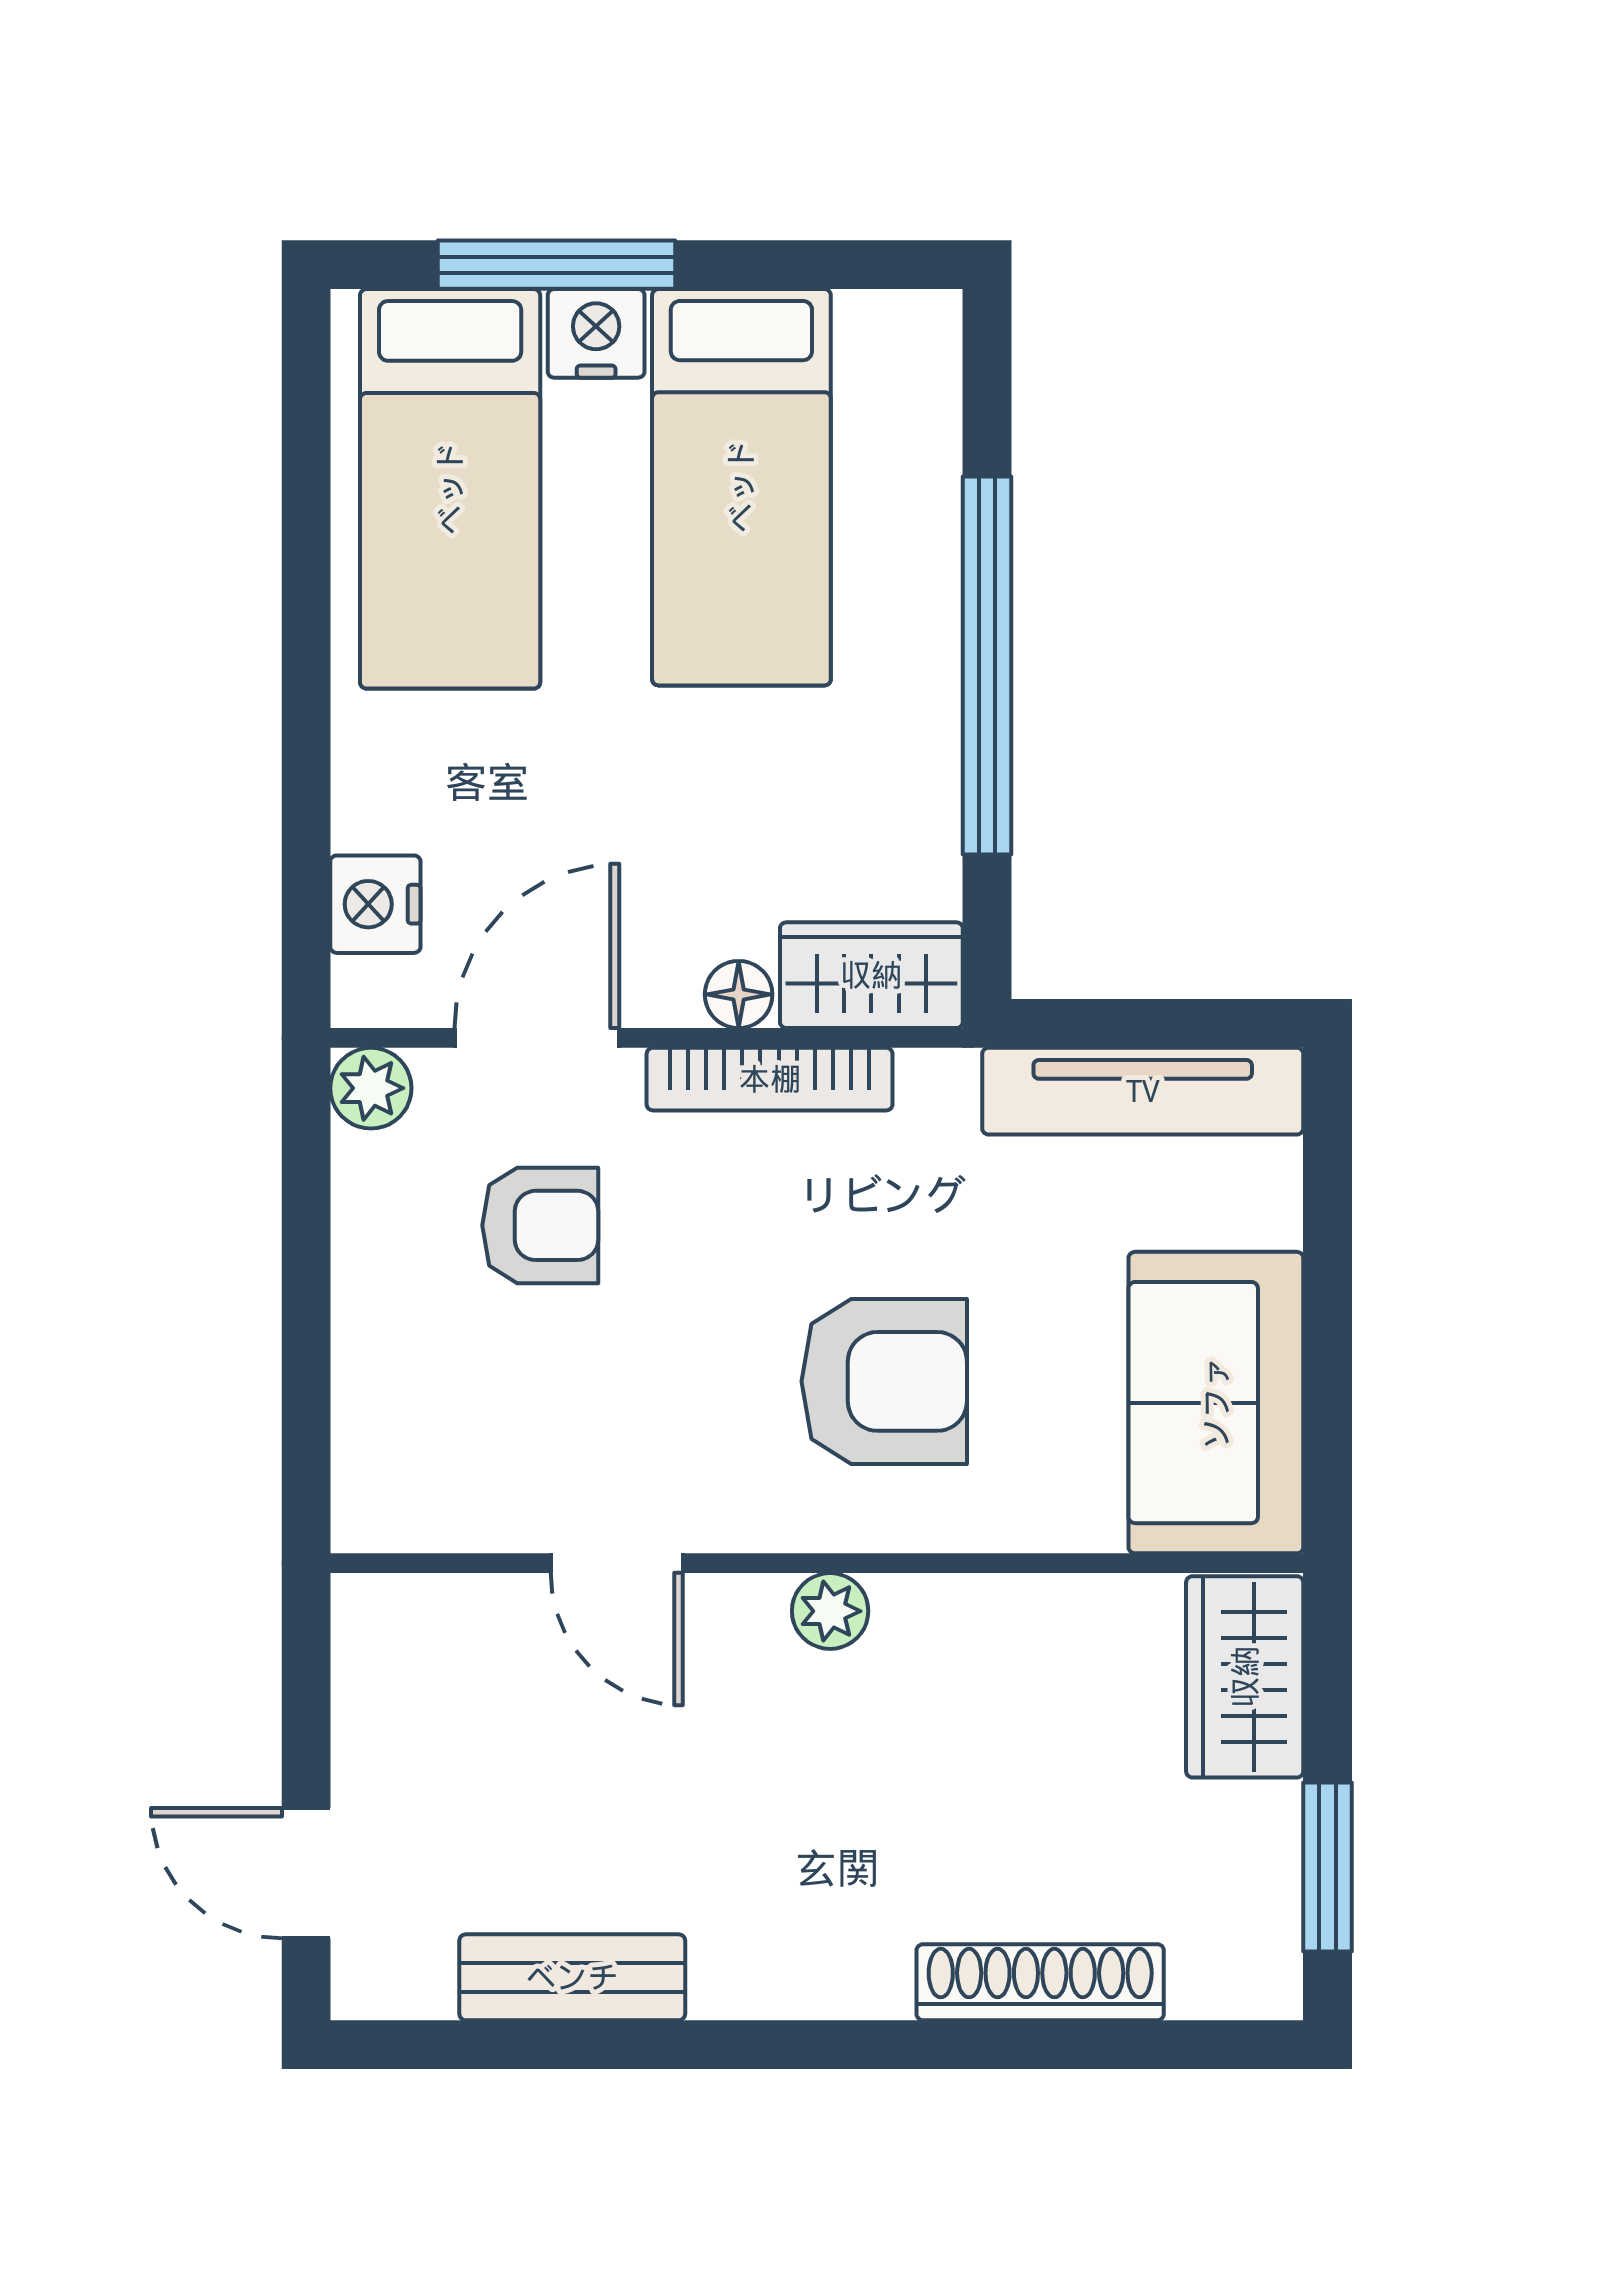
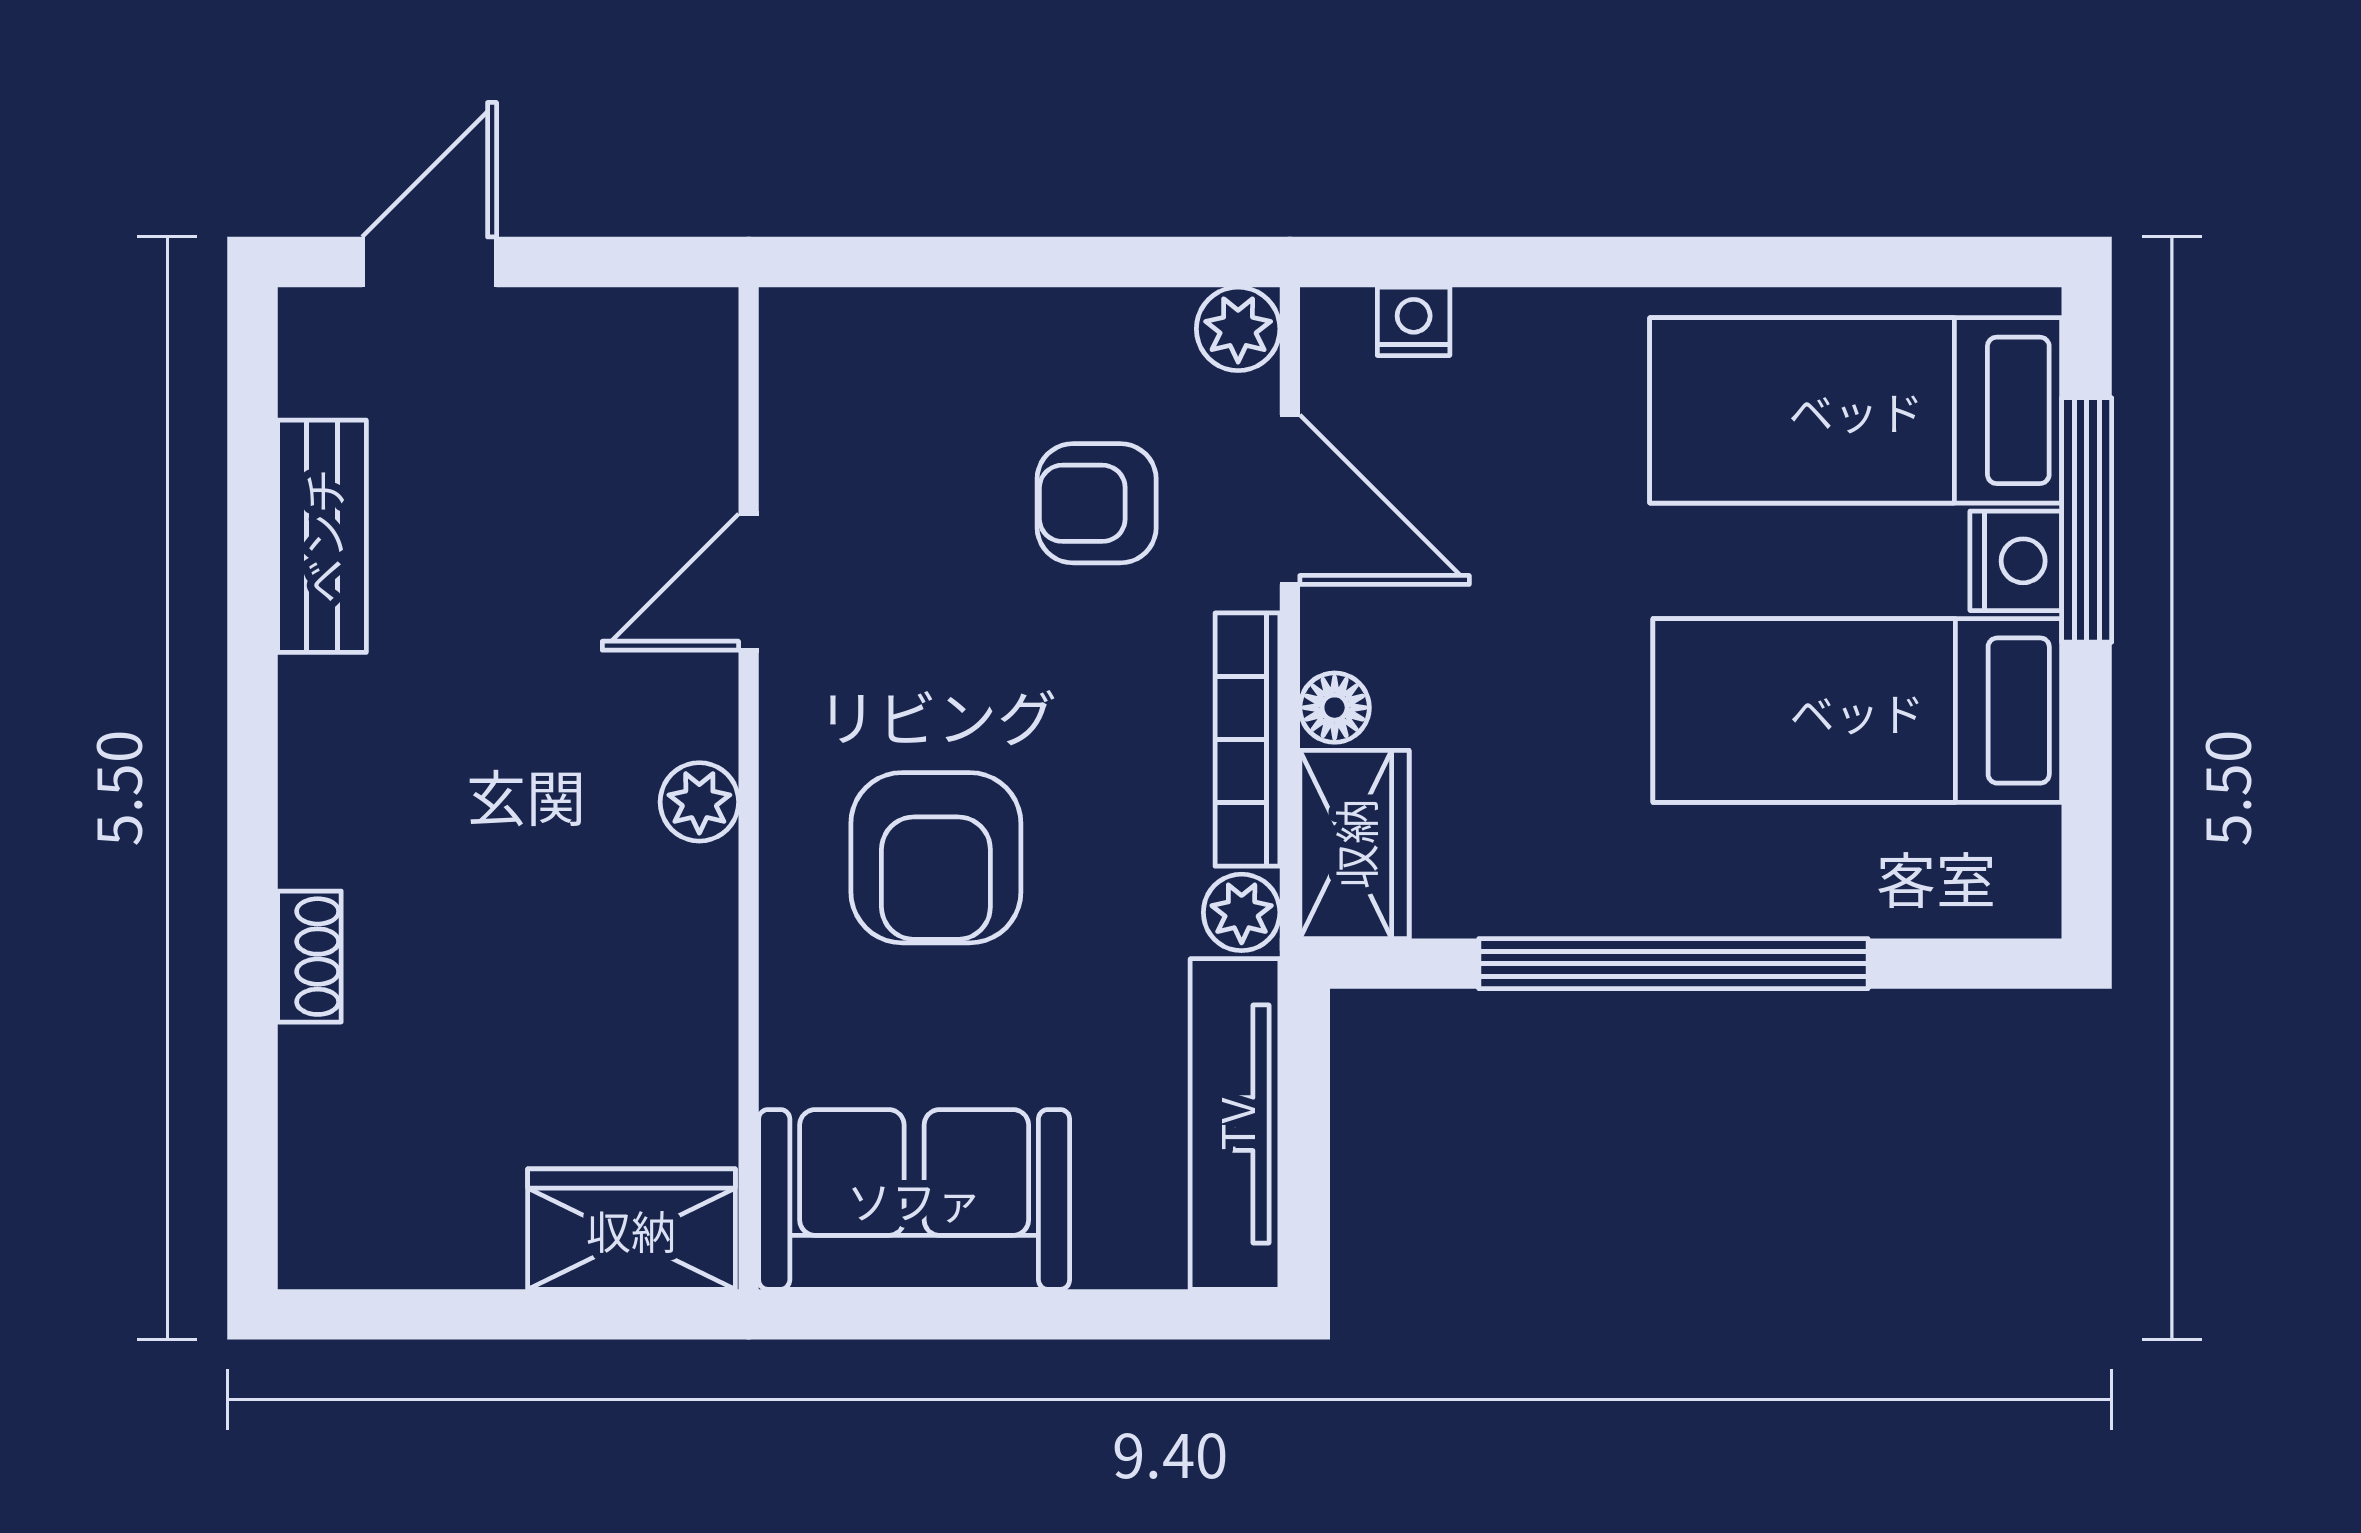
nightstand: (375, 904) -> (1414, 321), width x0.72, depth x0.74
plant: (937, 1085) -> (1242, 912), added
armchair: (540, 1225) -> (1097, 503), turned 90
window: (1327, 1867) -> (436, 1314), removed
shoe rack: (1040, 1982) -> (309, 957), width x0.51, depth x0.81

